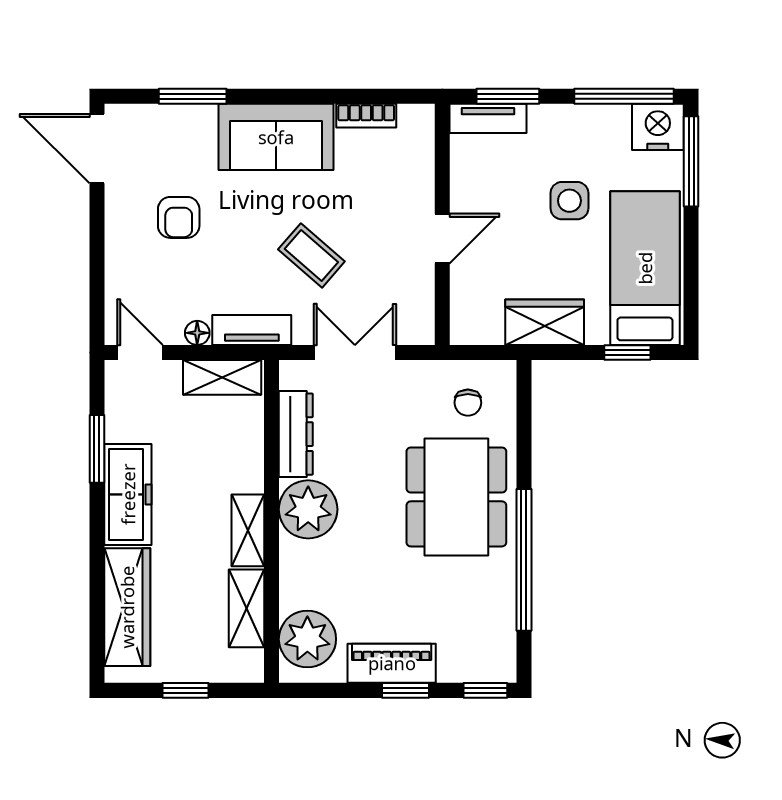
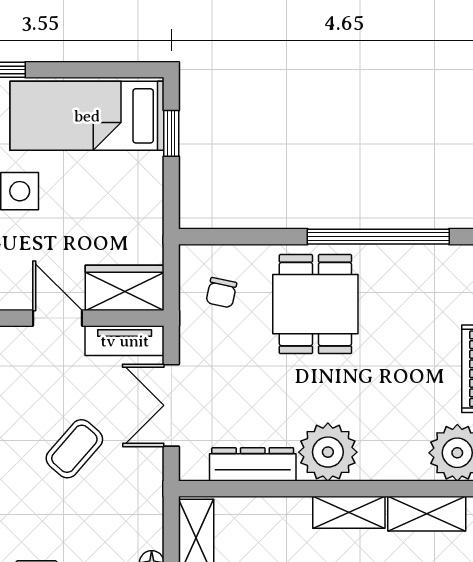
wardrobe: (545, 322) -> (125, 288), moved, turned 90
tv unit: (252, 330) -> (125, 341), moved, turned -90
chair: (468, 403) -> (221, 293), turned 102
dining table: (456, 497) -> (315, 304), width x0.73

